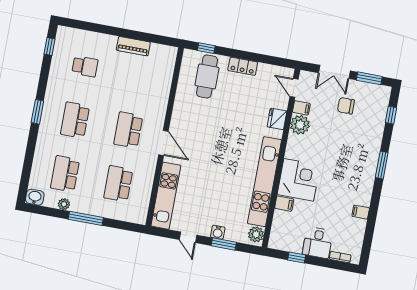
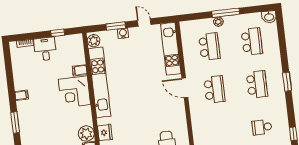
plant: (64, 204) -> (218, 22), moved
filing cabinet: (361, 212) -> (22, 95), moved

